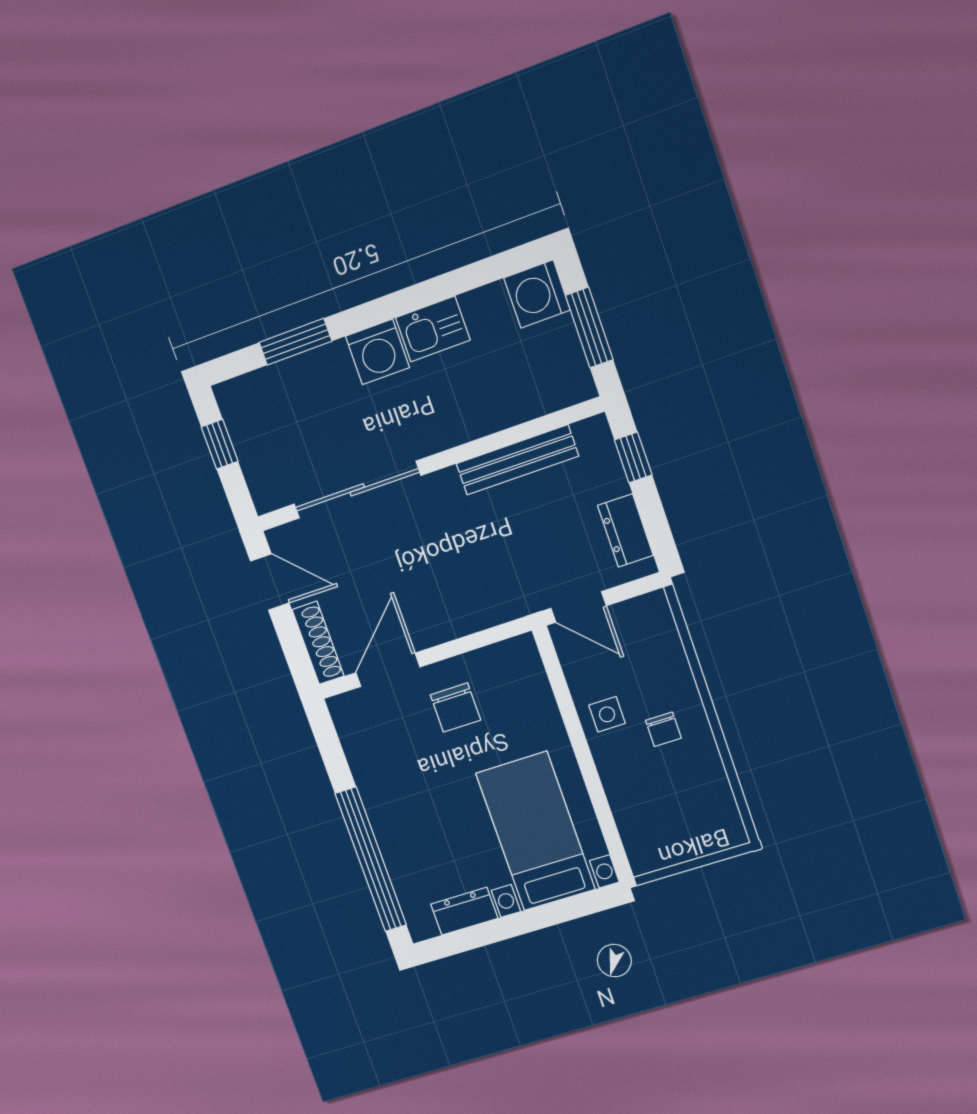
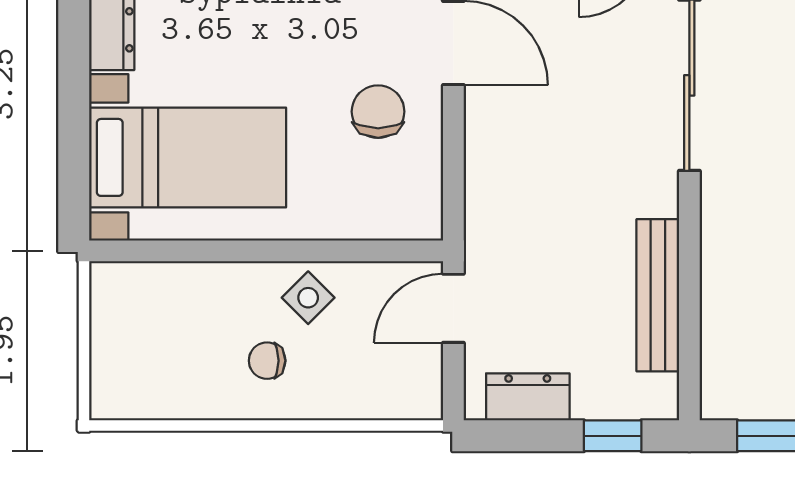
chair: (455, 707) -> (378, 112), turned 90
side table: (607, 714) -> (308, 298), turned 45

